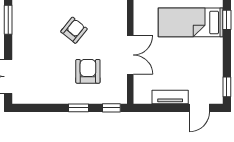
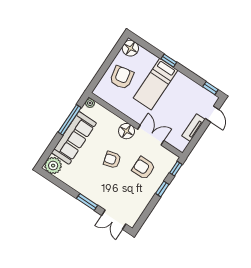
window: (8, 20) -> (87, 202), moved
floor lamp: (117, 25) -> (127, 131), added
armchair: (74, 30) -> (112, 160), turned -54

